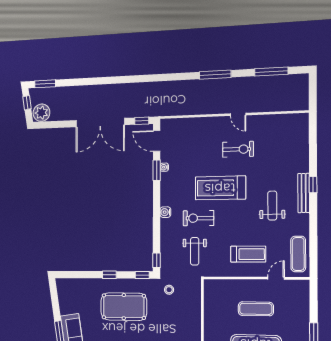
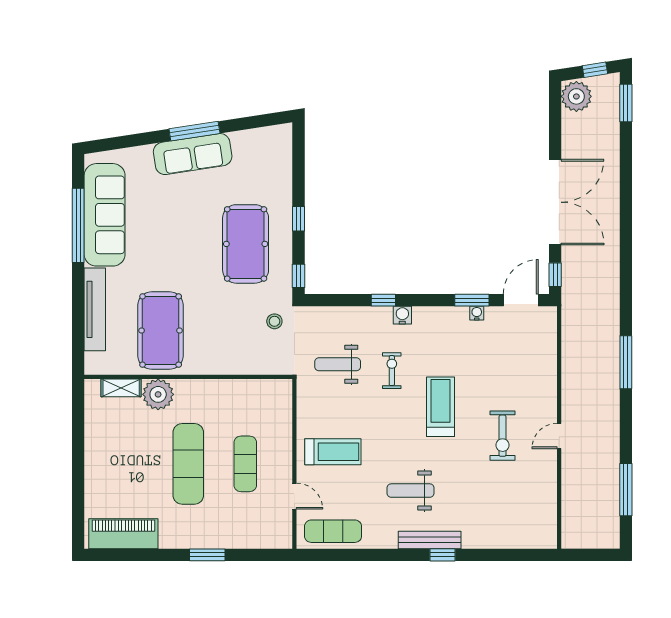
window: (215, 75) -> (626, 362), moved
double door: (100, 123) -> (555, 202), swing flipped
treadmill: (220, 188) -> (441, 407), width x0.73, depth x0.73
weight bench: (272, 206) -> (410, 491), turned 180
exercise bike: (198, 218) -> (392, 371), width x0.73, depth x0.72
treadmill: (248, 254) -> (333, 452), turned -90
window: (157, 260) -> (383, 300), moved

